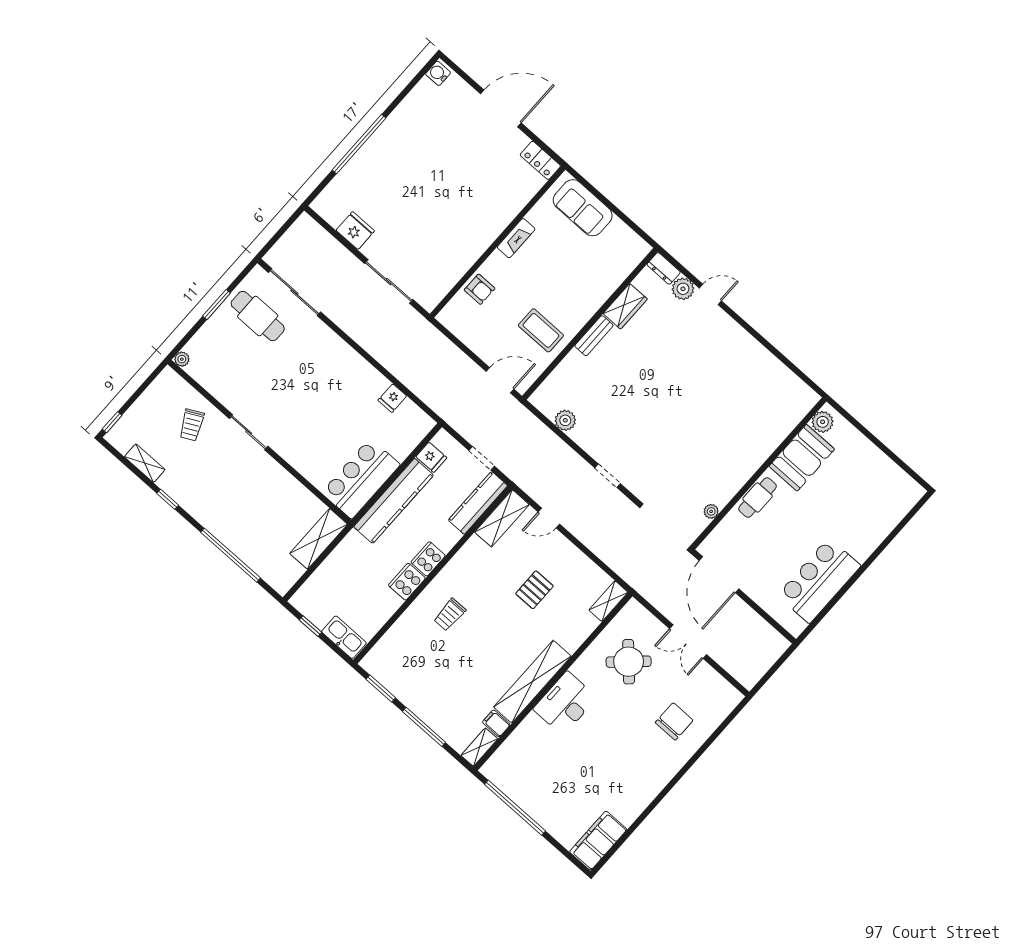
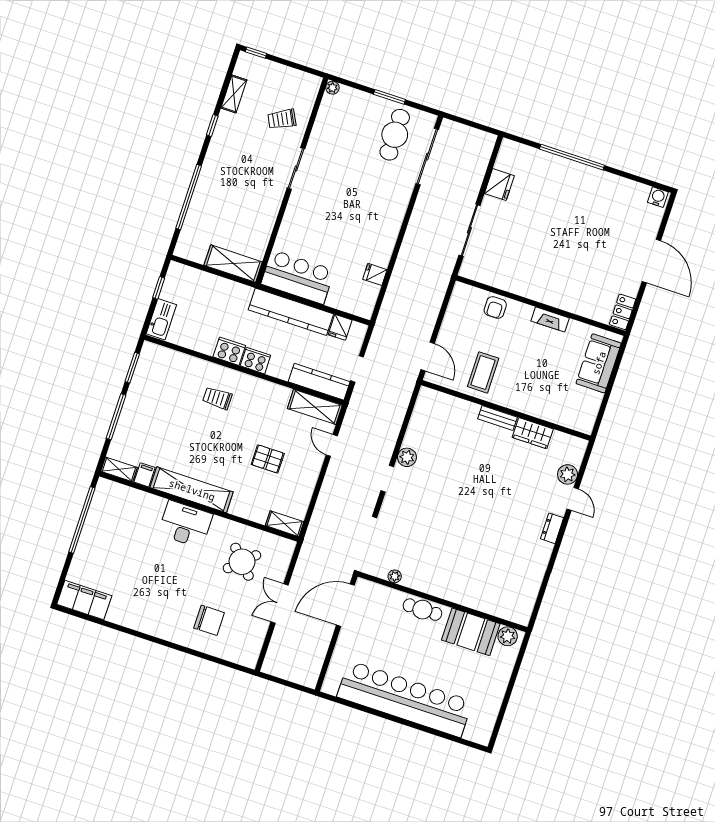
dresser: (664, 268) -> (552, 528), moved
plant: (565, 420) -> (407, 457), moved
bar counter: (819, 580) -> (405, 699), width x1.86

